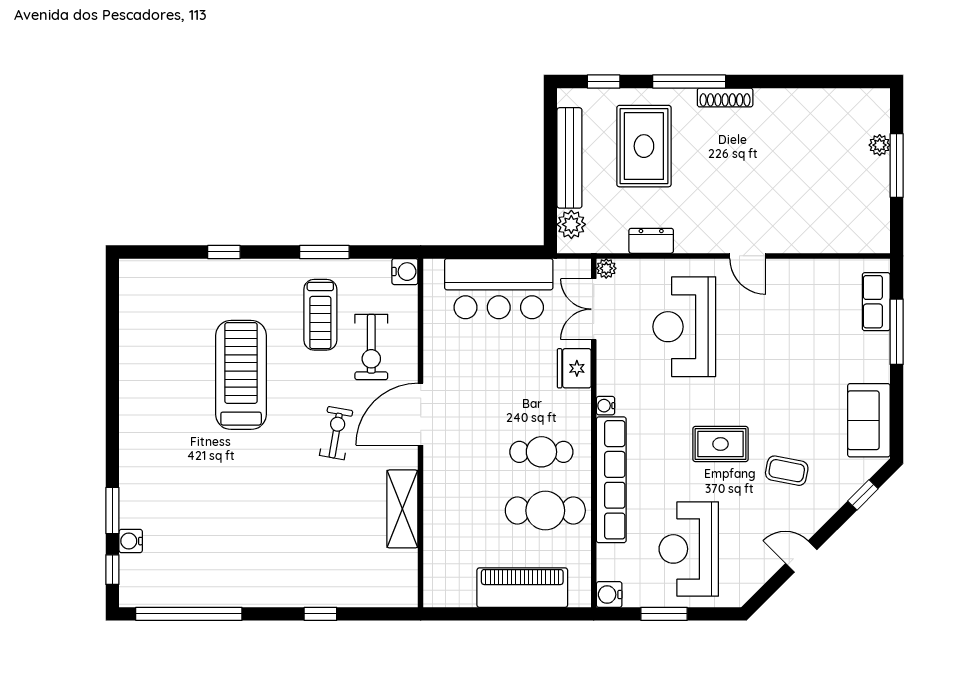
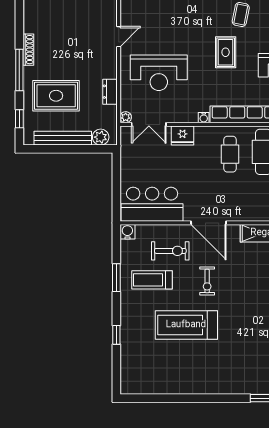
bar counter: (499, 289) -> (152, 204), moved, turned -90
treadmill: (320, 315) -> (152, 280), turned 180
exercise bike: (336, 433) -> (207, 281), moved, turned -100

